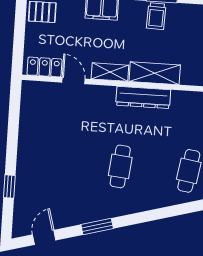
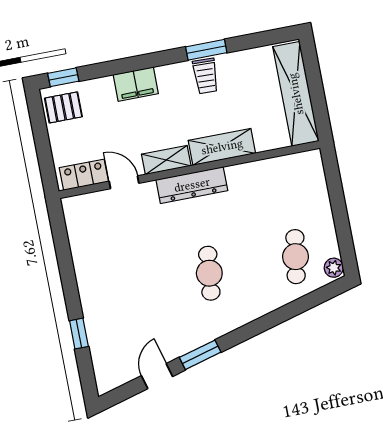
dresser: (143, 97) -> (192, 185), moved
door: (44, 237) -> (157, 376), moved

